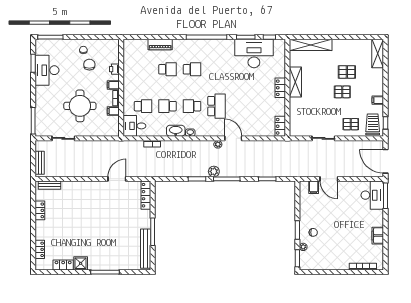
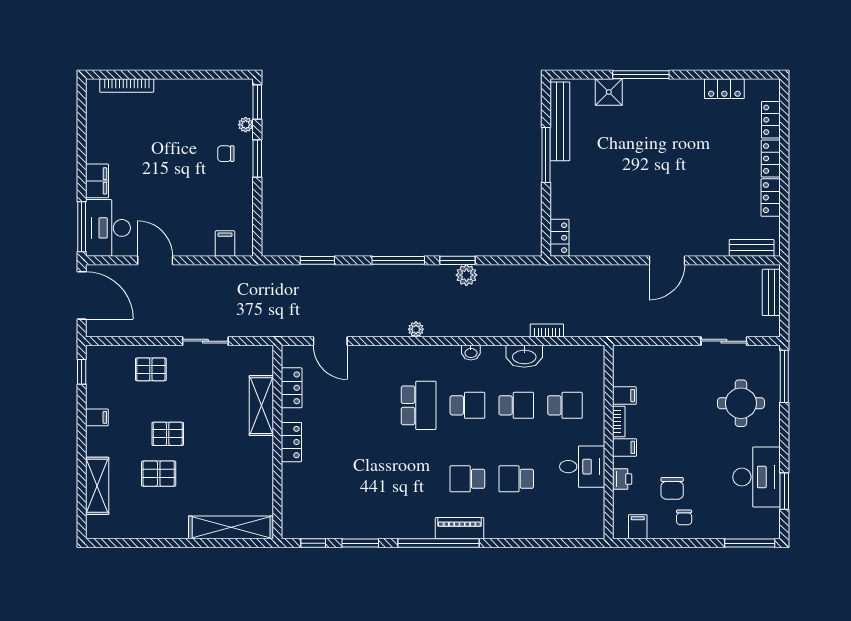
filing cabinet: (107, 45) -> (638, 527), added
piano: (160, 45) -> (459, 528), moved
desk: (254, 53) -> (344, 510), removed
shelving: (378, 54) -> (97, 486), moved
shelving: (295, 82) -> (261, 406), moved
round table: (80, 106) -> (741, 403), moved, width x0.73, depth x0.73
school desk: (143, 106) -> (565, 405), turned 180
school desk: (216, 106) -> (419, 405), turned 180
trolley: (373, 124) -> (107, 369), removed
desk: (134, 126) -> (582, 467), moved
locker: (280, 126) -> (292, 388), moved
washbasin: (176, 131) -> (524, 356), moved
door: (233, 138) -> (330, 341), moved
plant: (214, 171) -> (466, 275), moved
door: (117, 179) -> (667, 260), moved
door: (329, 179) -> (155, 260), moved
locker: (146, 195) -> (559, 238), width x0.66
locker: (40, 230) -> (771, 158), added
filing cabinet: (378, 236) -> (97, 181), moved
shower: (81, 263) -> (609, 92), moved

